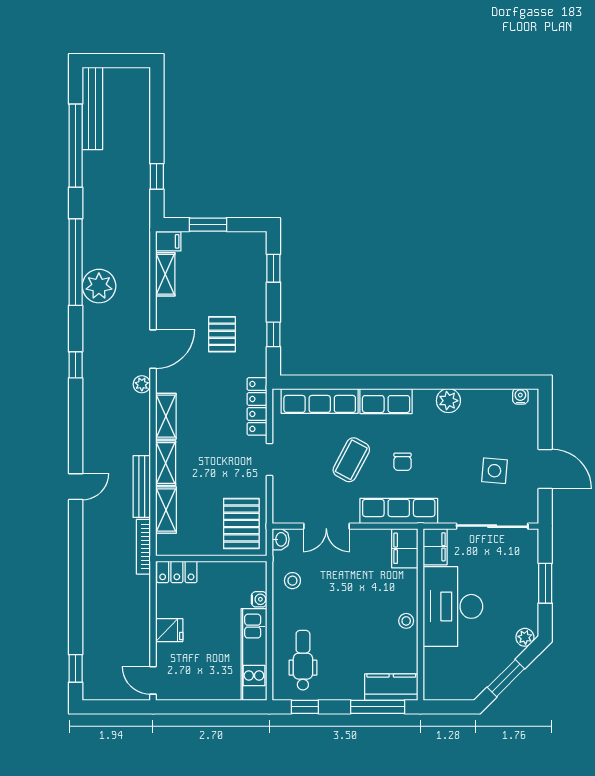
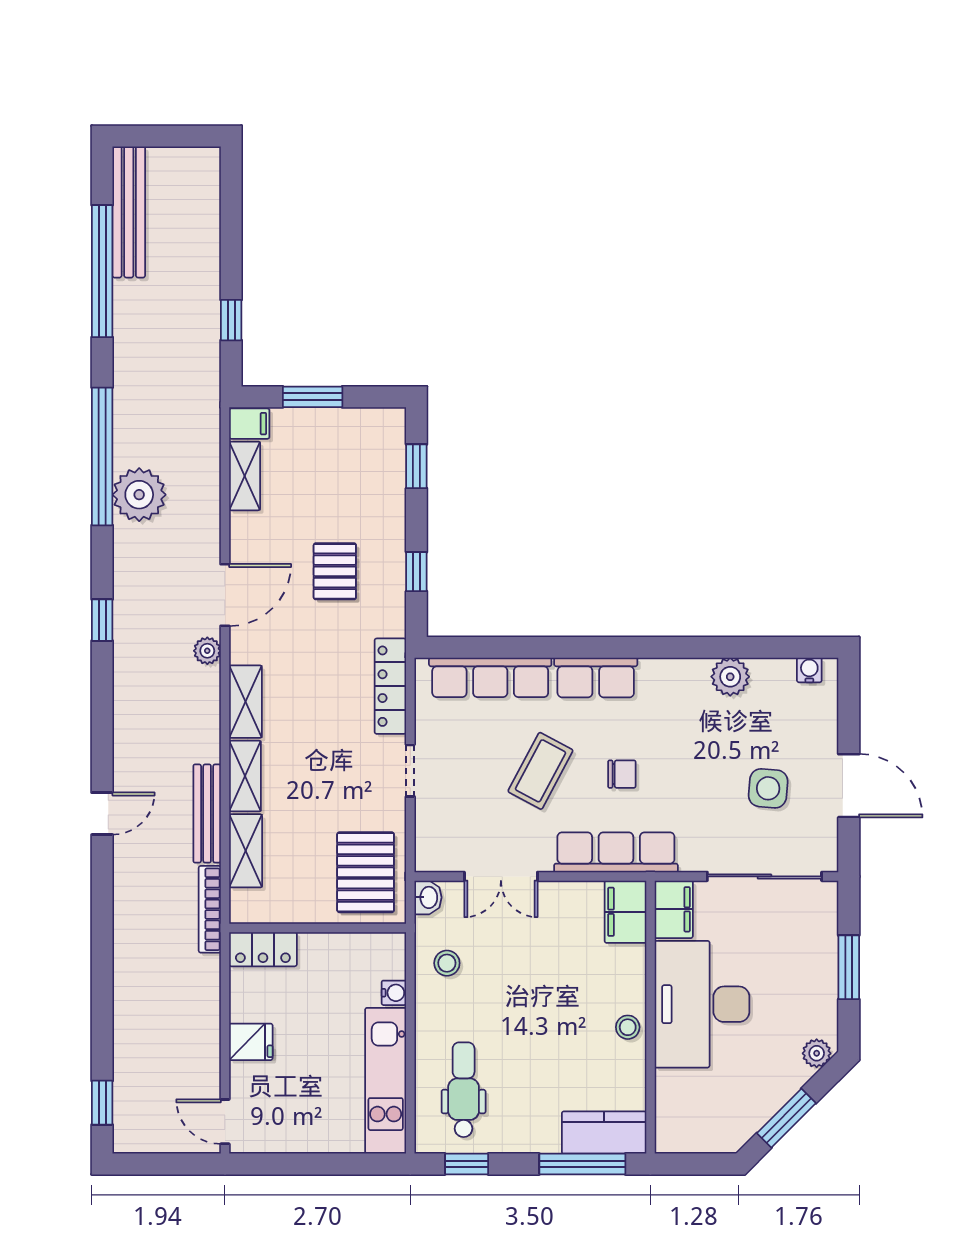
plant: (448, 401) -> (730, 677), moved
chair: (403, 462) -> (622, 774), turned -90

